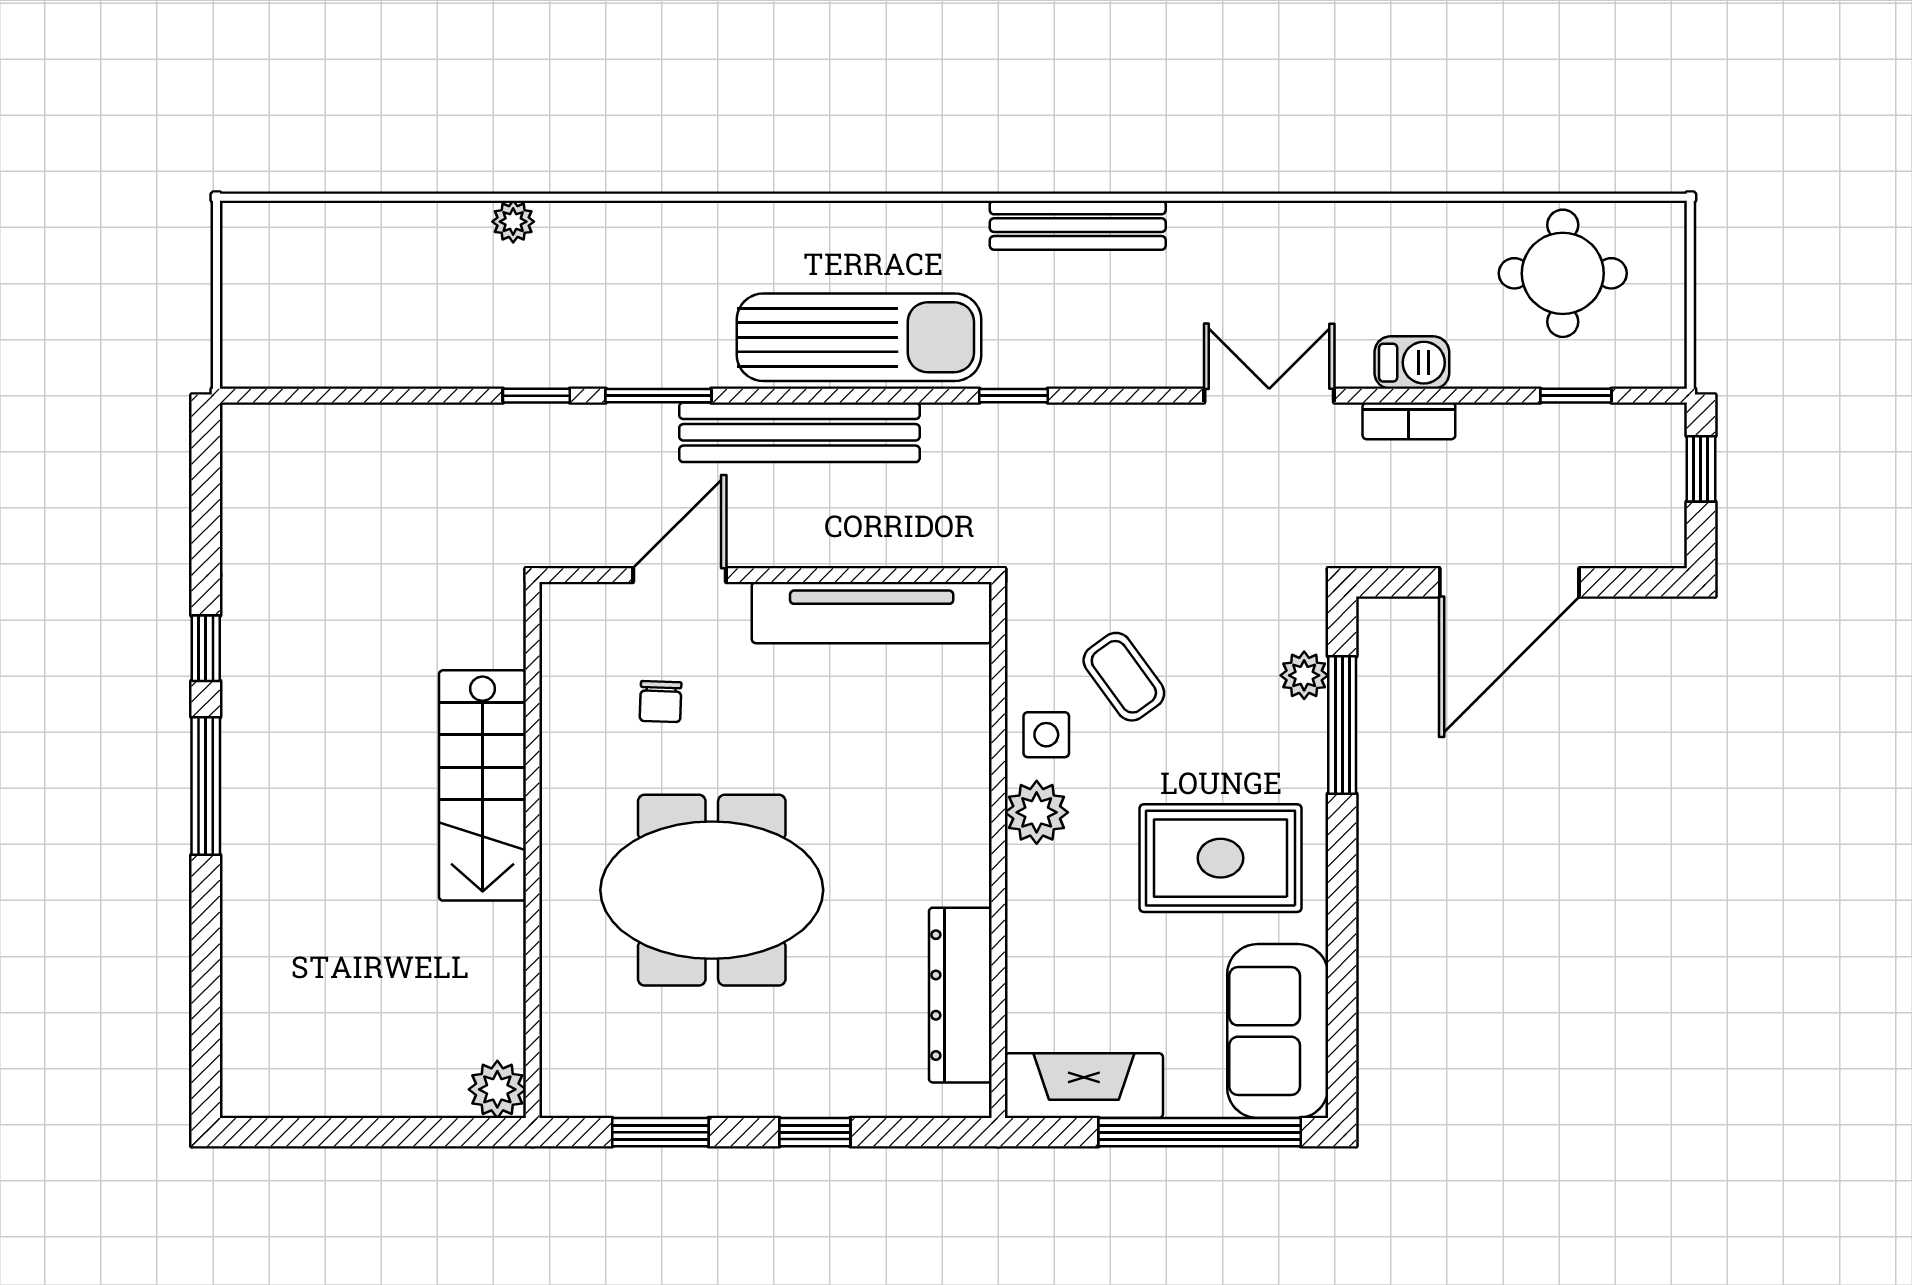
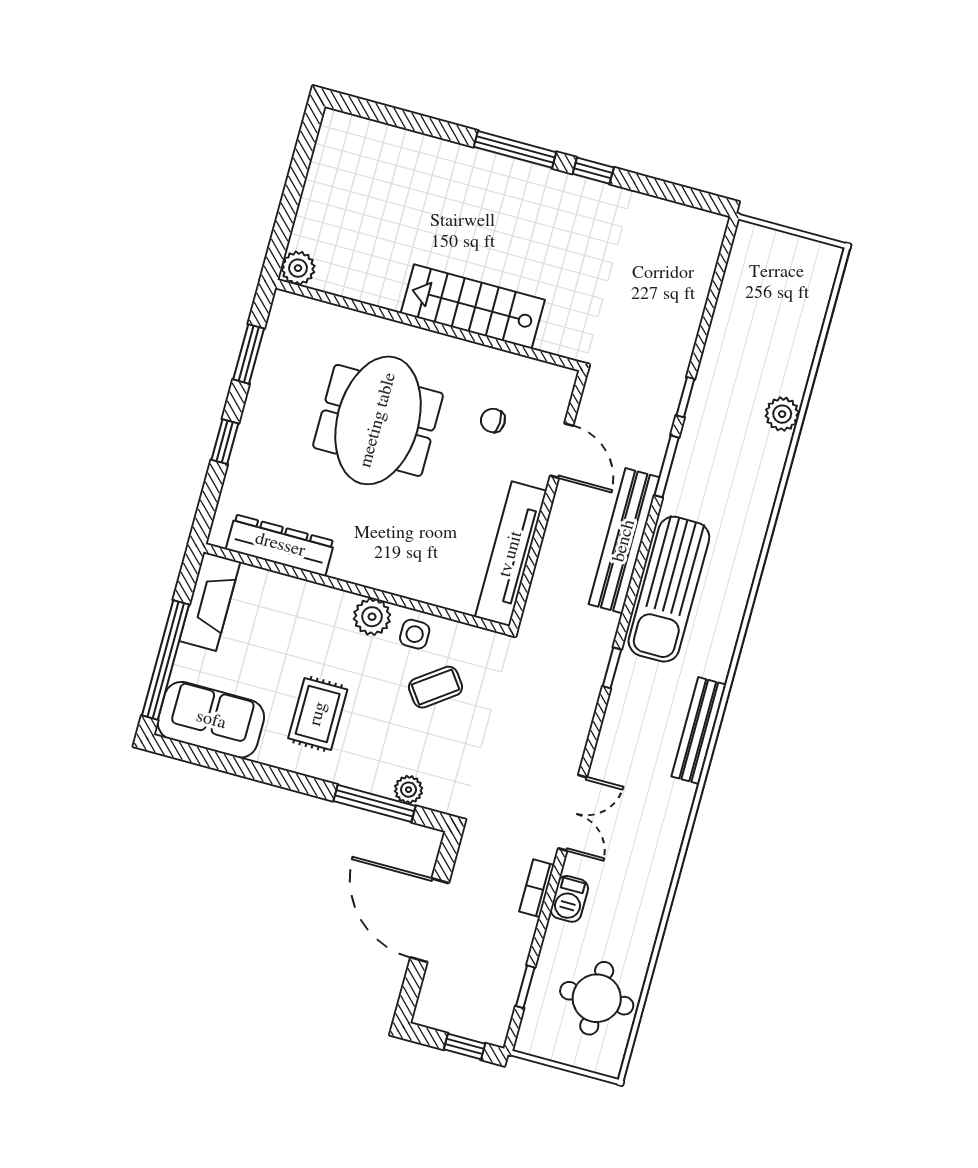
plant: (513, 222) -> (782, 414), width x1.38, depth x1.38
rug: (1220, 858) -> (318, 714), width x0.73, depth x0.70

